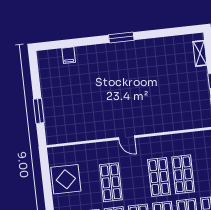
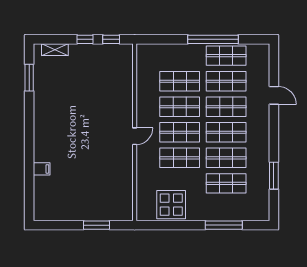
window: (121, 37) -> (29, 78), moved
filing cabinet: (69, 55) -> (42, 169), moved
shop shelf: (135, 180) -> (180, 132), added

